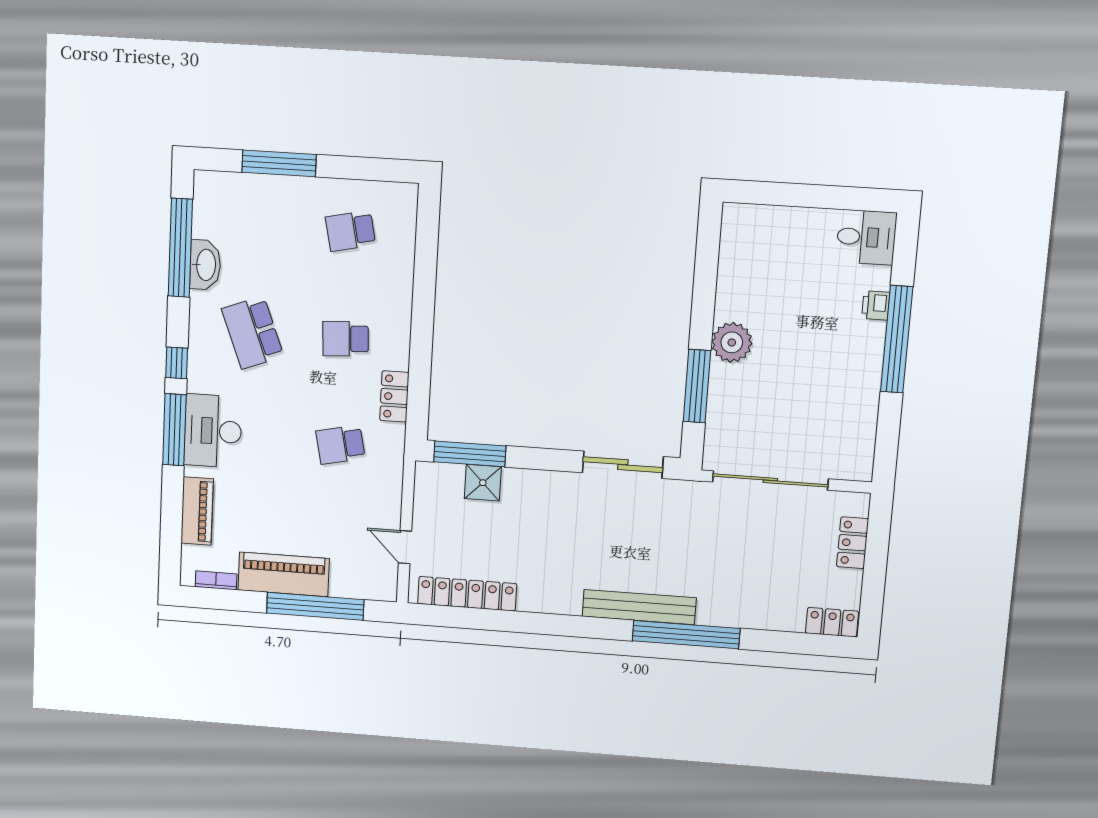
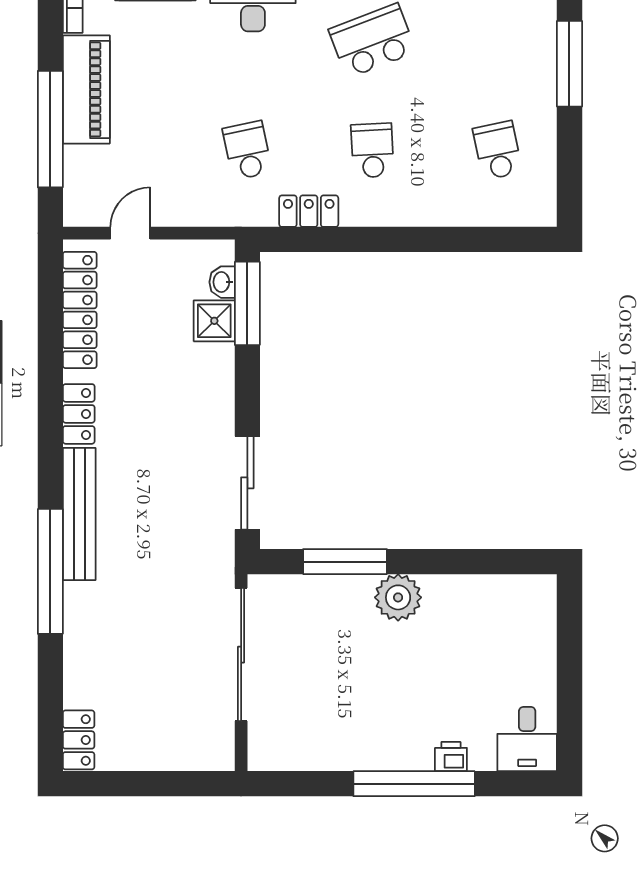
washbasin: (450, 474) -> (222, 282), added
locker: (853, 543) -> (79, 414), moved, turned 90

